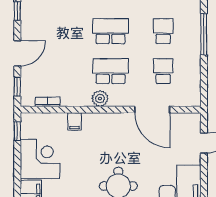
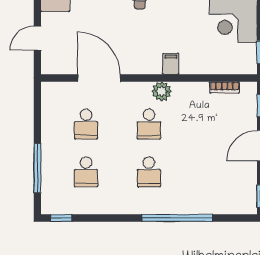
school desk: (111, 31) -> (149, 172), width x0.54
school desk: (111, 71) -> (149, 124), width x0.54
filing cabinet: (75, 121) -> (171, 64), moved

